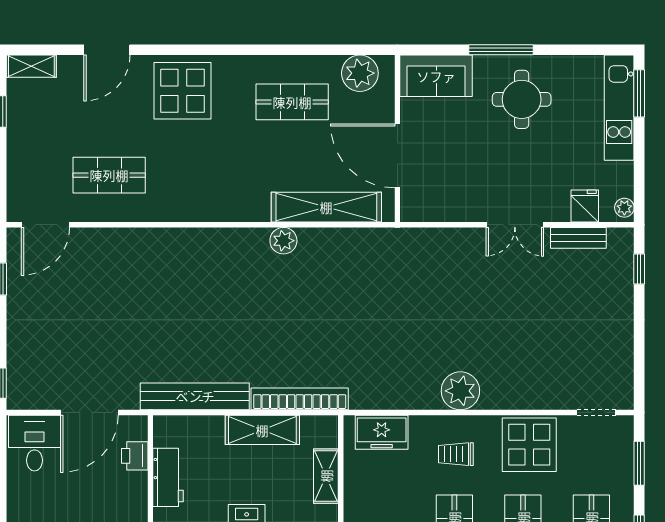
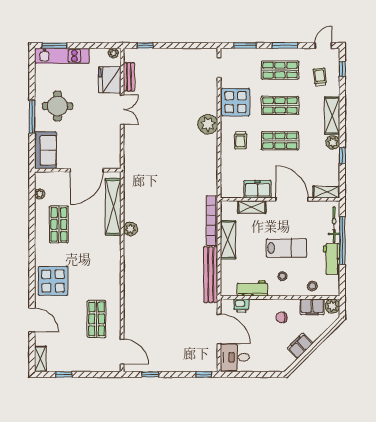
plant: (360, 73) -> (40, 194), width x0.53, depth x0.53
fridge: (585, 206) -> (110, 80), width x1.88, depth x1.34
plant: (460, 391) -> (208, 124), moved
freezer: (382, 432) -> (257, 189), moved, turned -90

